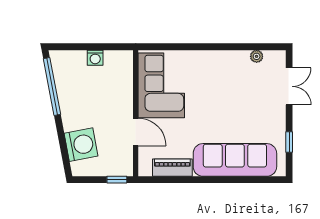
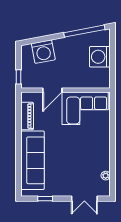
washing machine: (95, 58) -> (100, 57), width x1.89, depth x1.89

